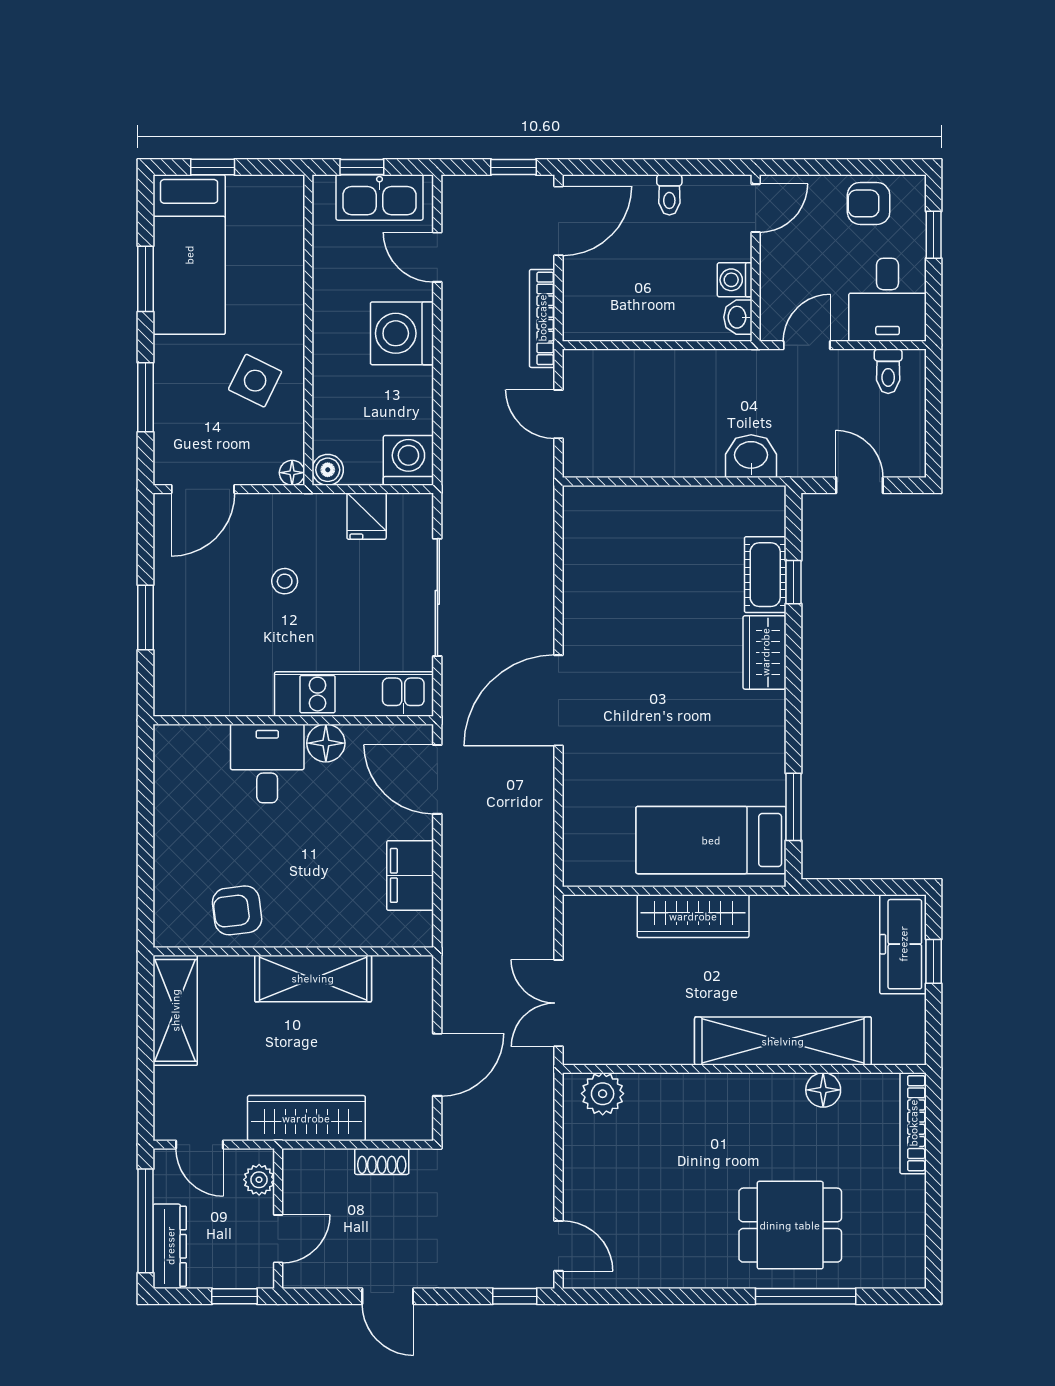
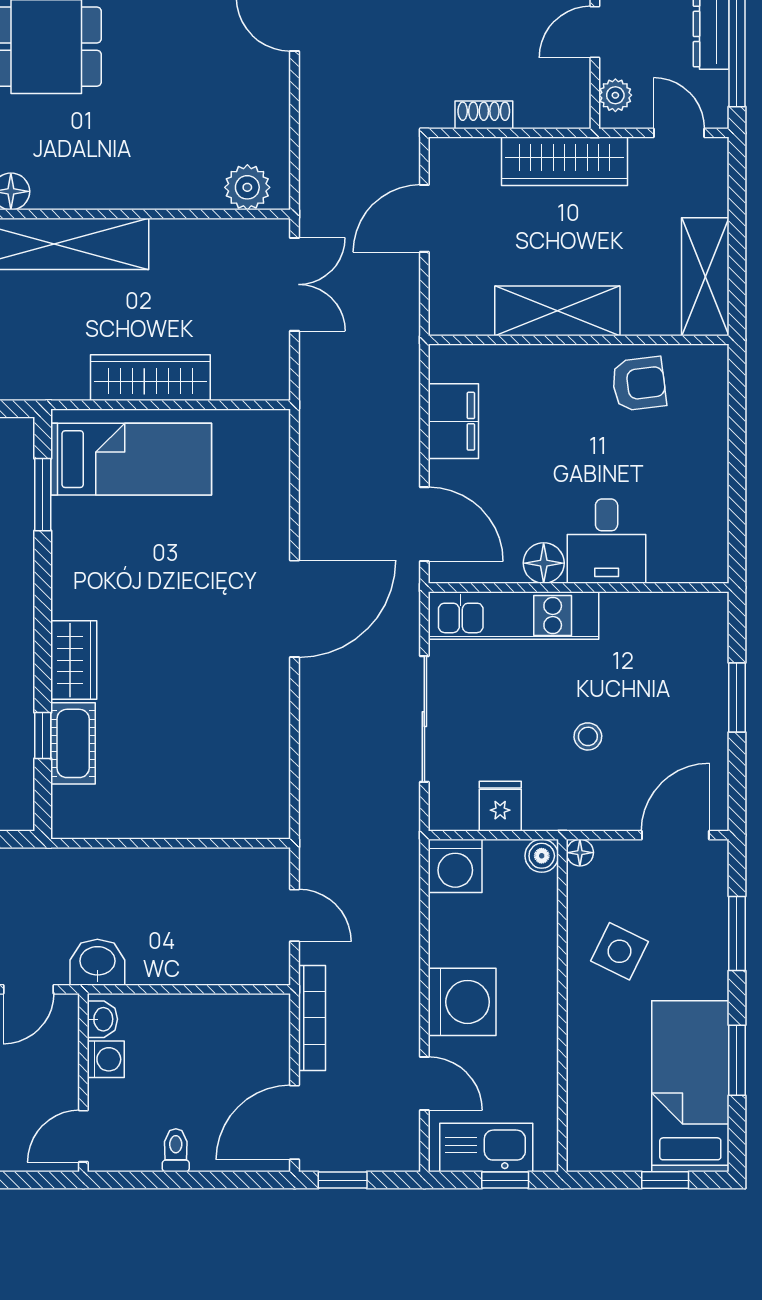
washbasin: (751, 456) -> (97, 962), moved, turned 180

